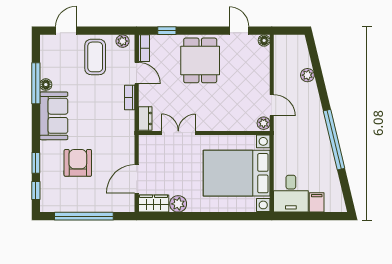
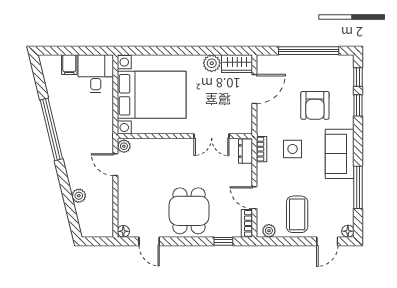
floor lamp: (46, 85) -> (348, 231), moved
bookcase: (130, 98) -> (262, 149), moved
side table: (100, 121) -> (293, 149), added

